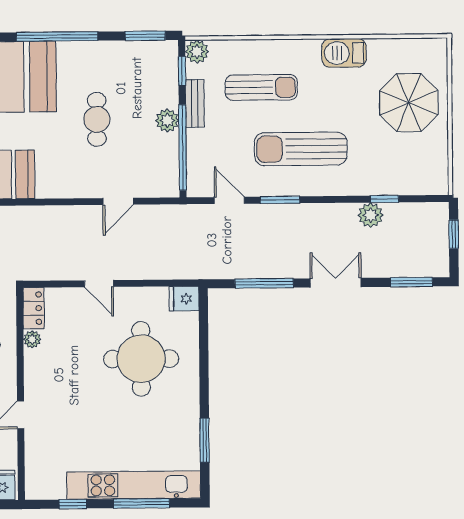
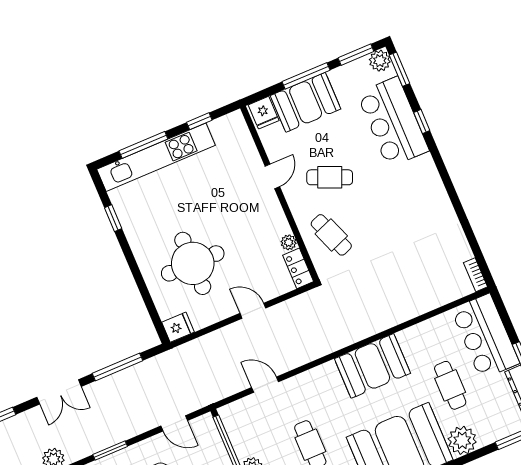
window: (280, 200) -> (110, 450), moved
door: (118, 201) -> (265, 385), hinge flipped
window: (205, 440) -> (113, 218), width x0.67

